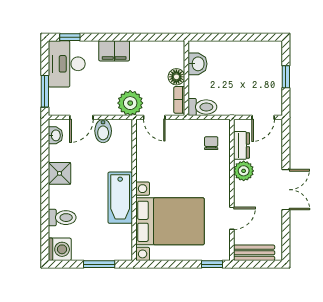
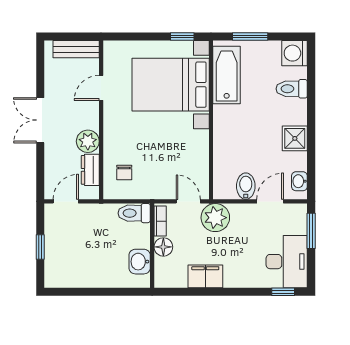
filing cabinet: (114, 51) -> (205, 276), moved
bathtub: (120, 198) -> (227, 75), moved
window: (212, 264) -> (182, 36), moved

